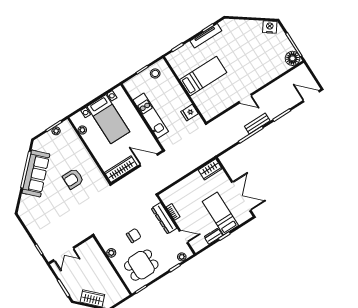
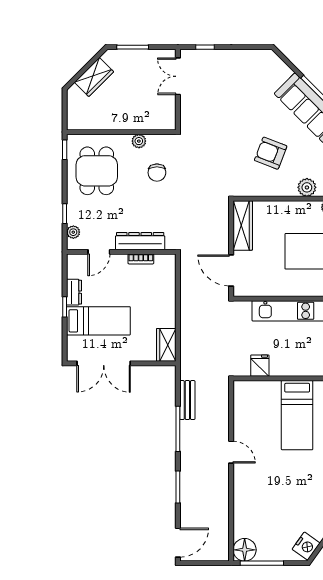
door: (245, 99) -> (231, 452), swing flipped
bench: (257, 124) -> (187, 400), moved
plant: (79, 148) -> (307, 187), added
door: (149, 160) -> (231, 271), swing flipped
armchair: (73, 179) -> (271, 153), turned -69
chair: (134, 236) -> (157, 173), moved

